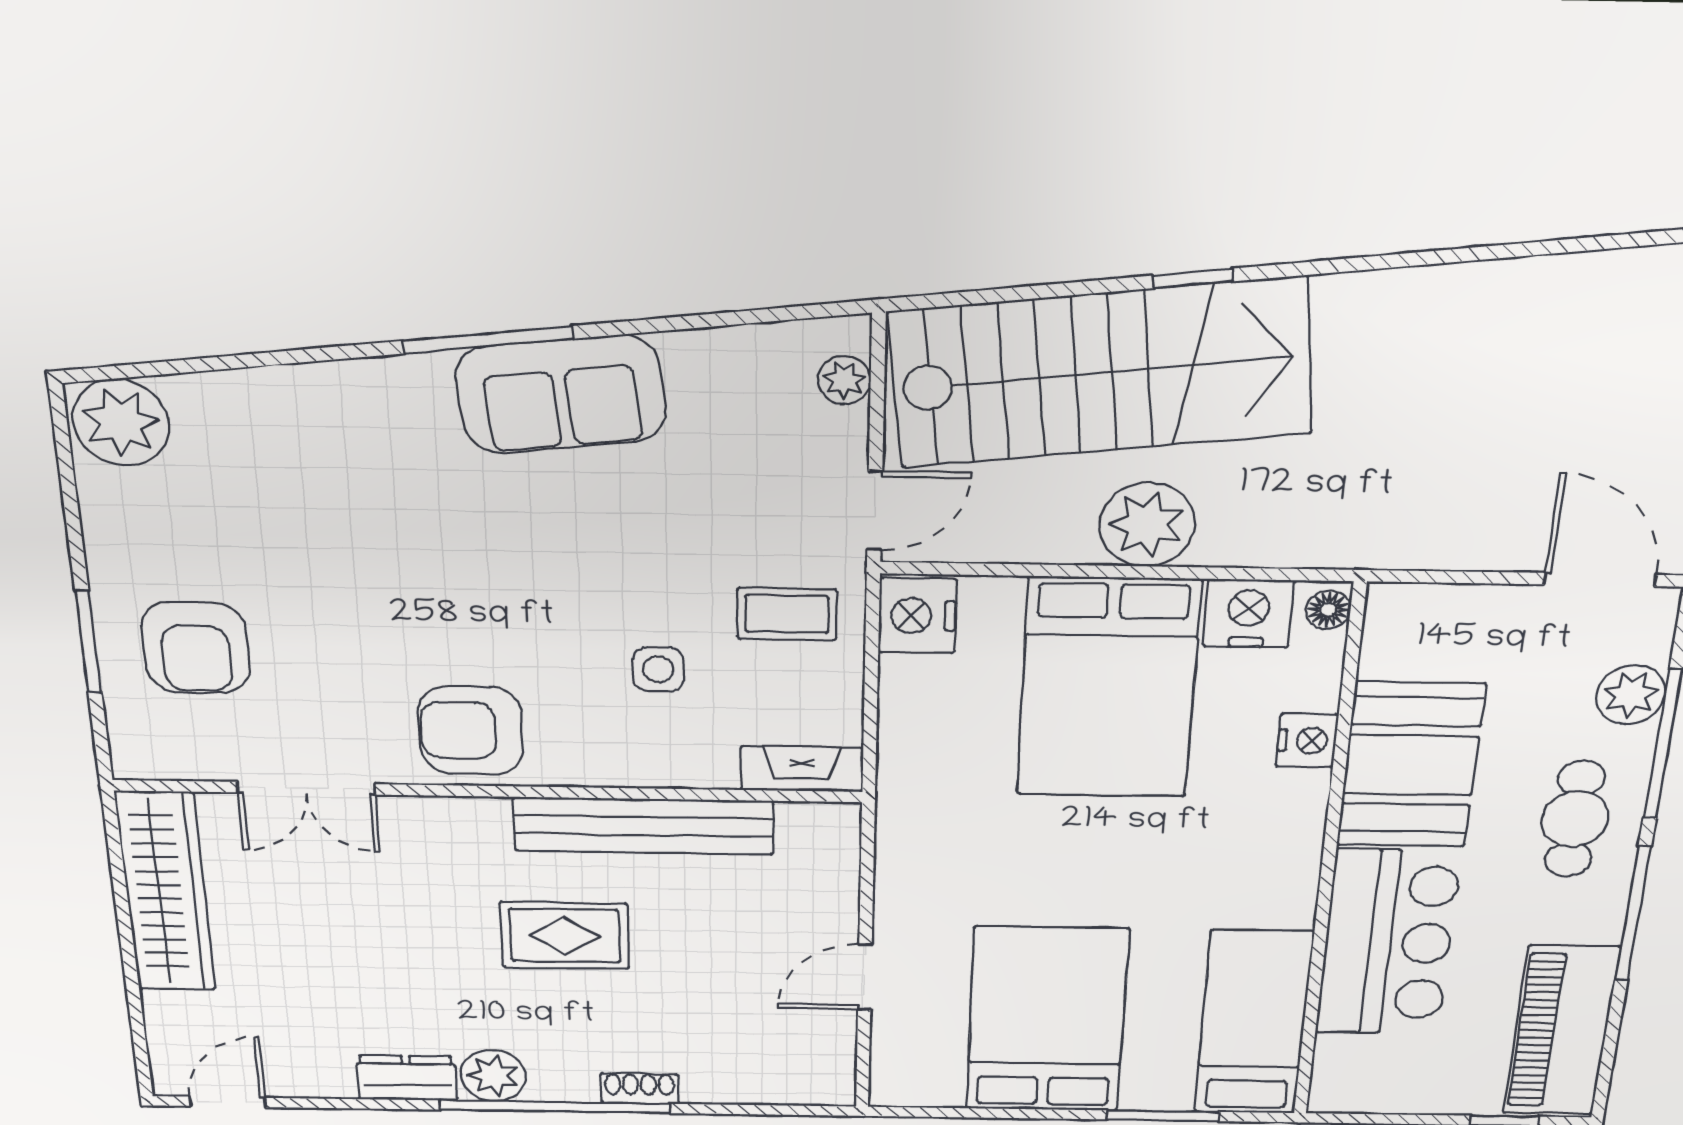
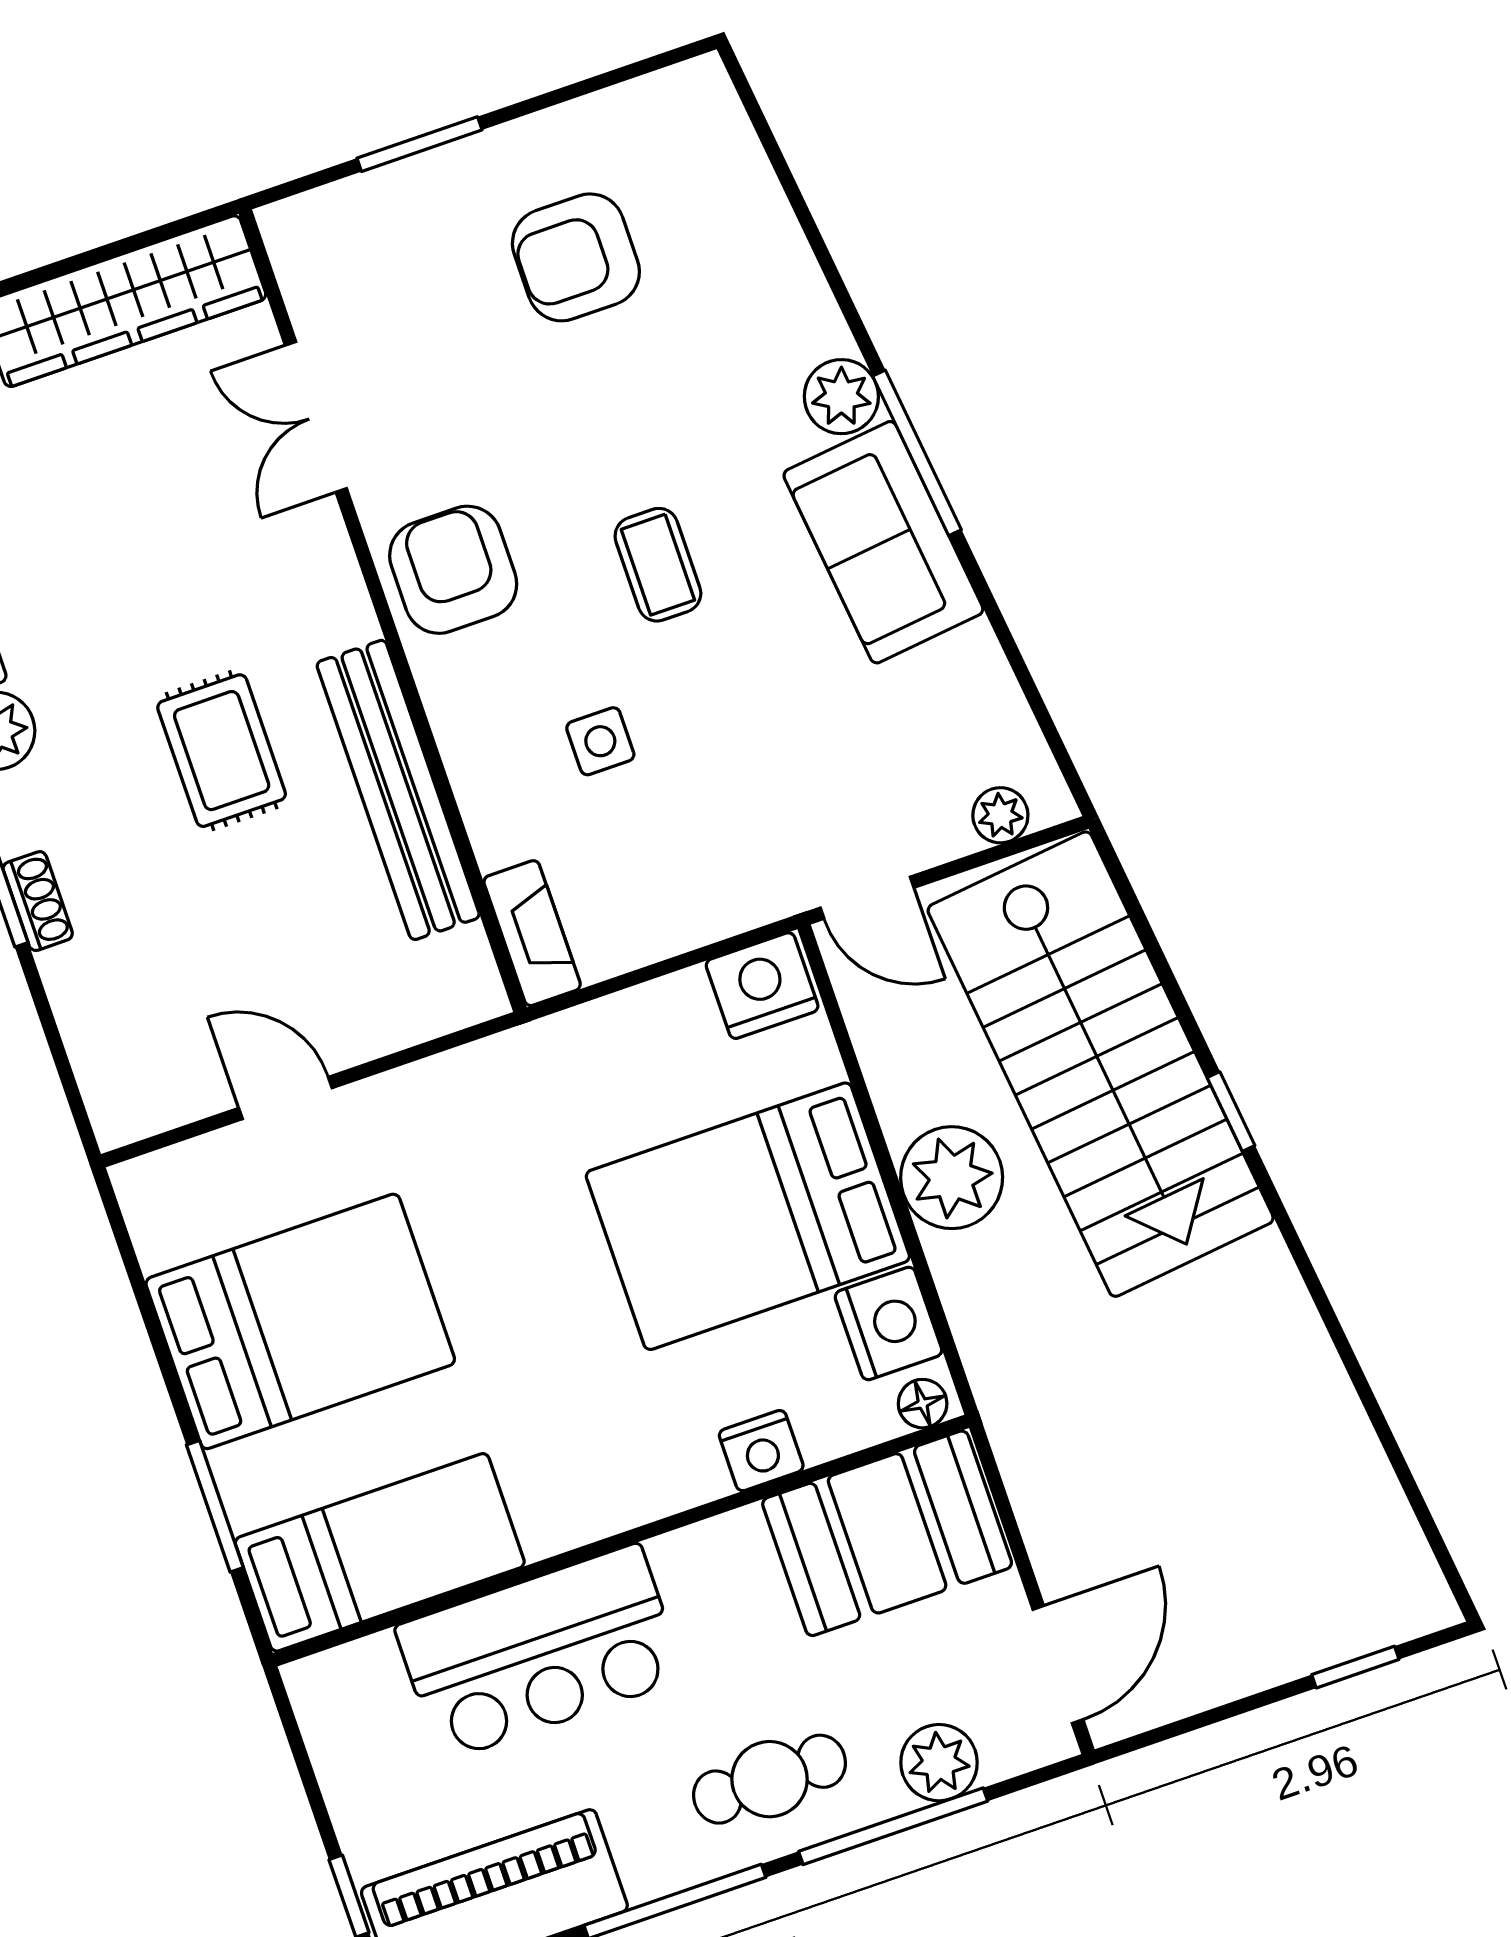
plant: (121, 422) -> (841, 397), moved, width x0.73, depth x0.73
coffee table: (787, 614) -> (658, 565), moved
armchair: (196, 648) -> (576, 257), moved
booth: (1411, 765) -> (887, 1533), moved

